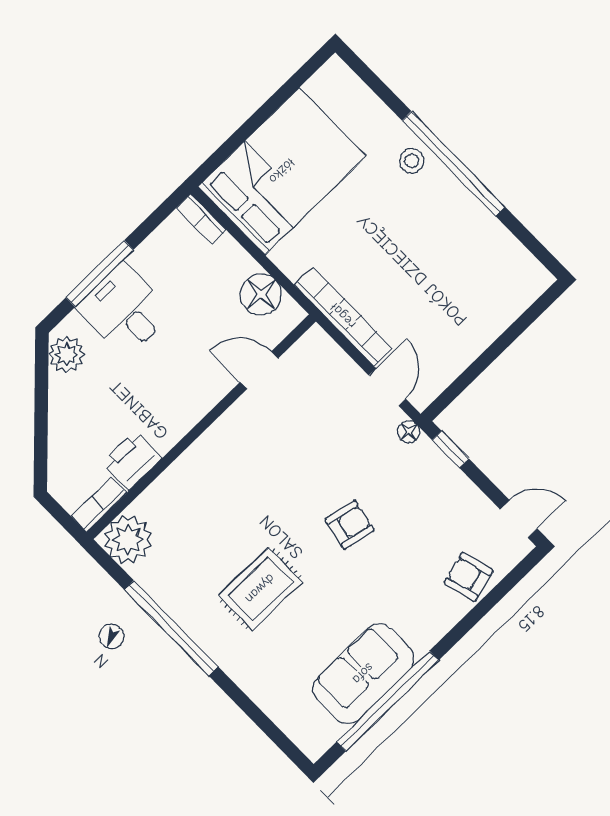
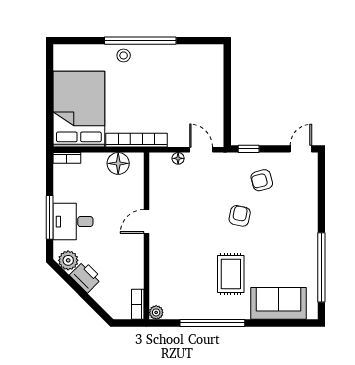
bookcase: (343, 316) -> (137, 140), moved
door: (259, 370) -> (146, 221), moved
floor lamp: (409, 432) -> (178, 158), moved
printer: (132, 460) -> (86, 277), moved, turned 135
plant: (128, 540) -> (156, 312), width x0.53, depth x0.53
armchair: (469, 577) -> (262, 180), moved
sofa: (363, 674) -> (279, 303), moved, turned 90

